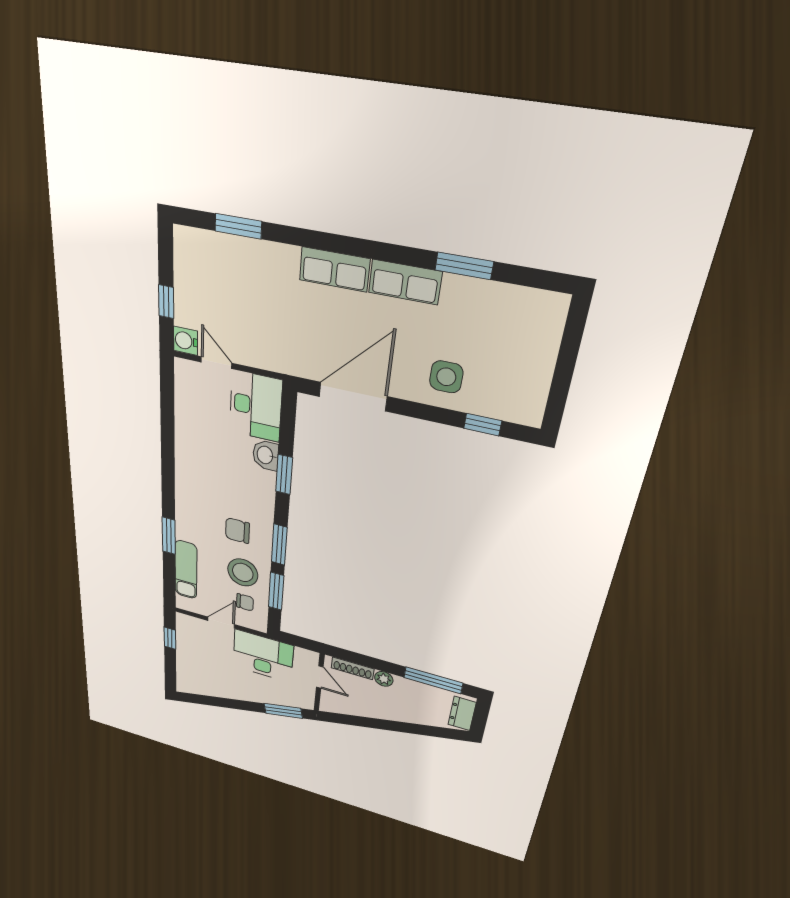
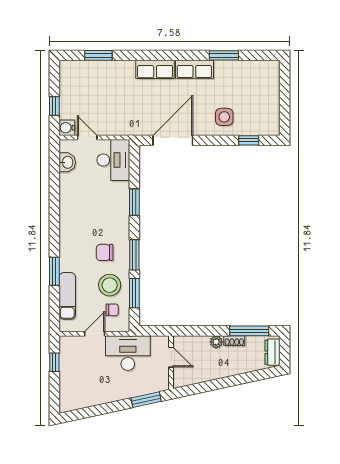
washbasin: (266, 455) -> (67, 162), moved, turned 180
shoe rack: (353, 668) -> (234, 341), moved, width x0.70

